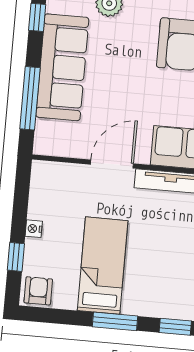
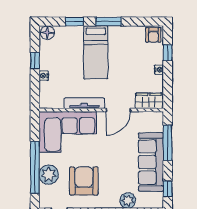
wardrobe: (57, 175) -> (149, 101), added
bed: (103, 266) -> (96, 52), moved

